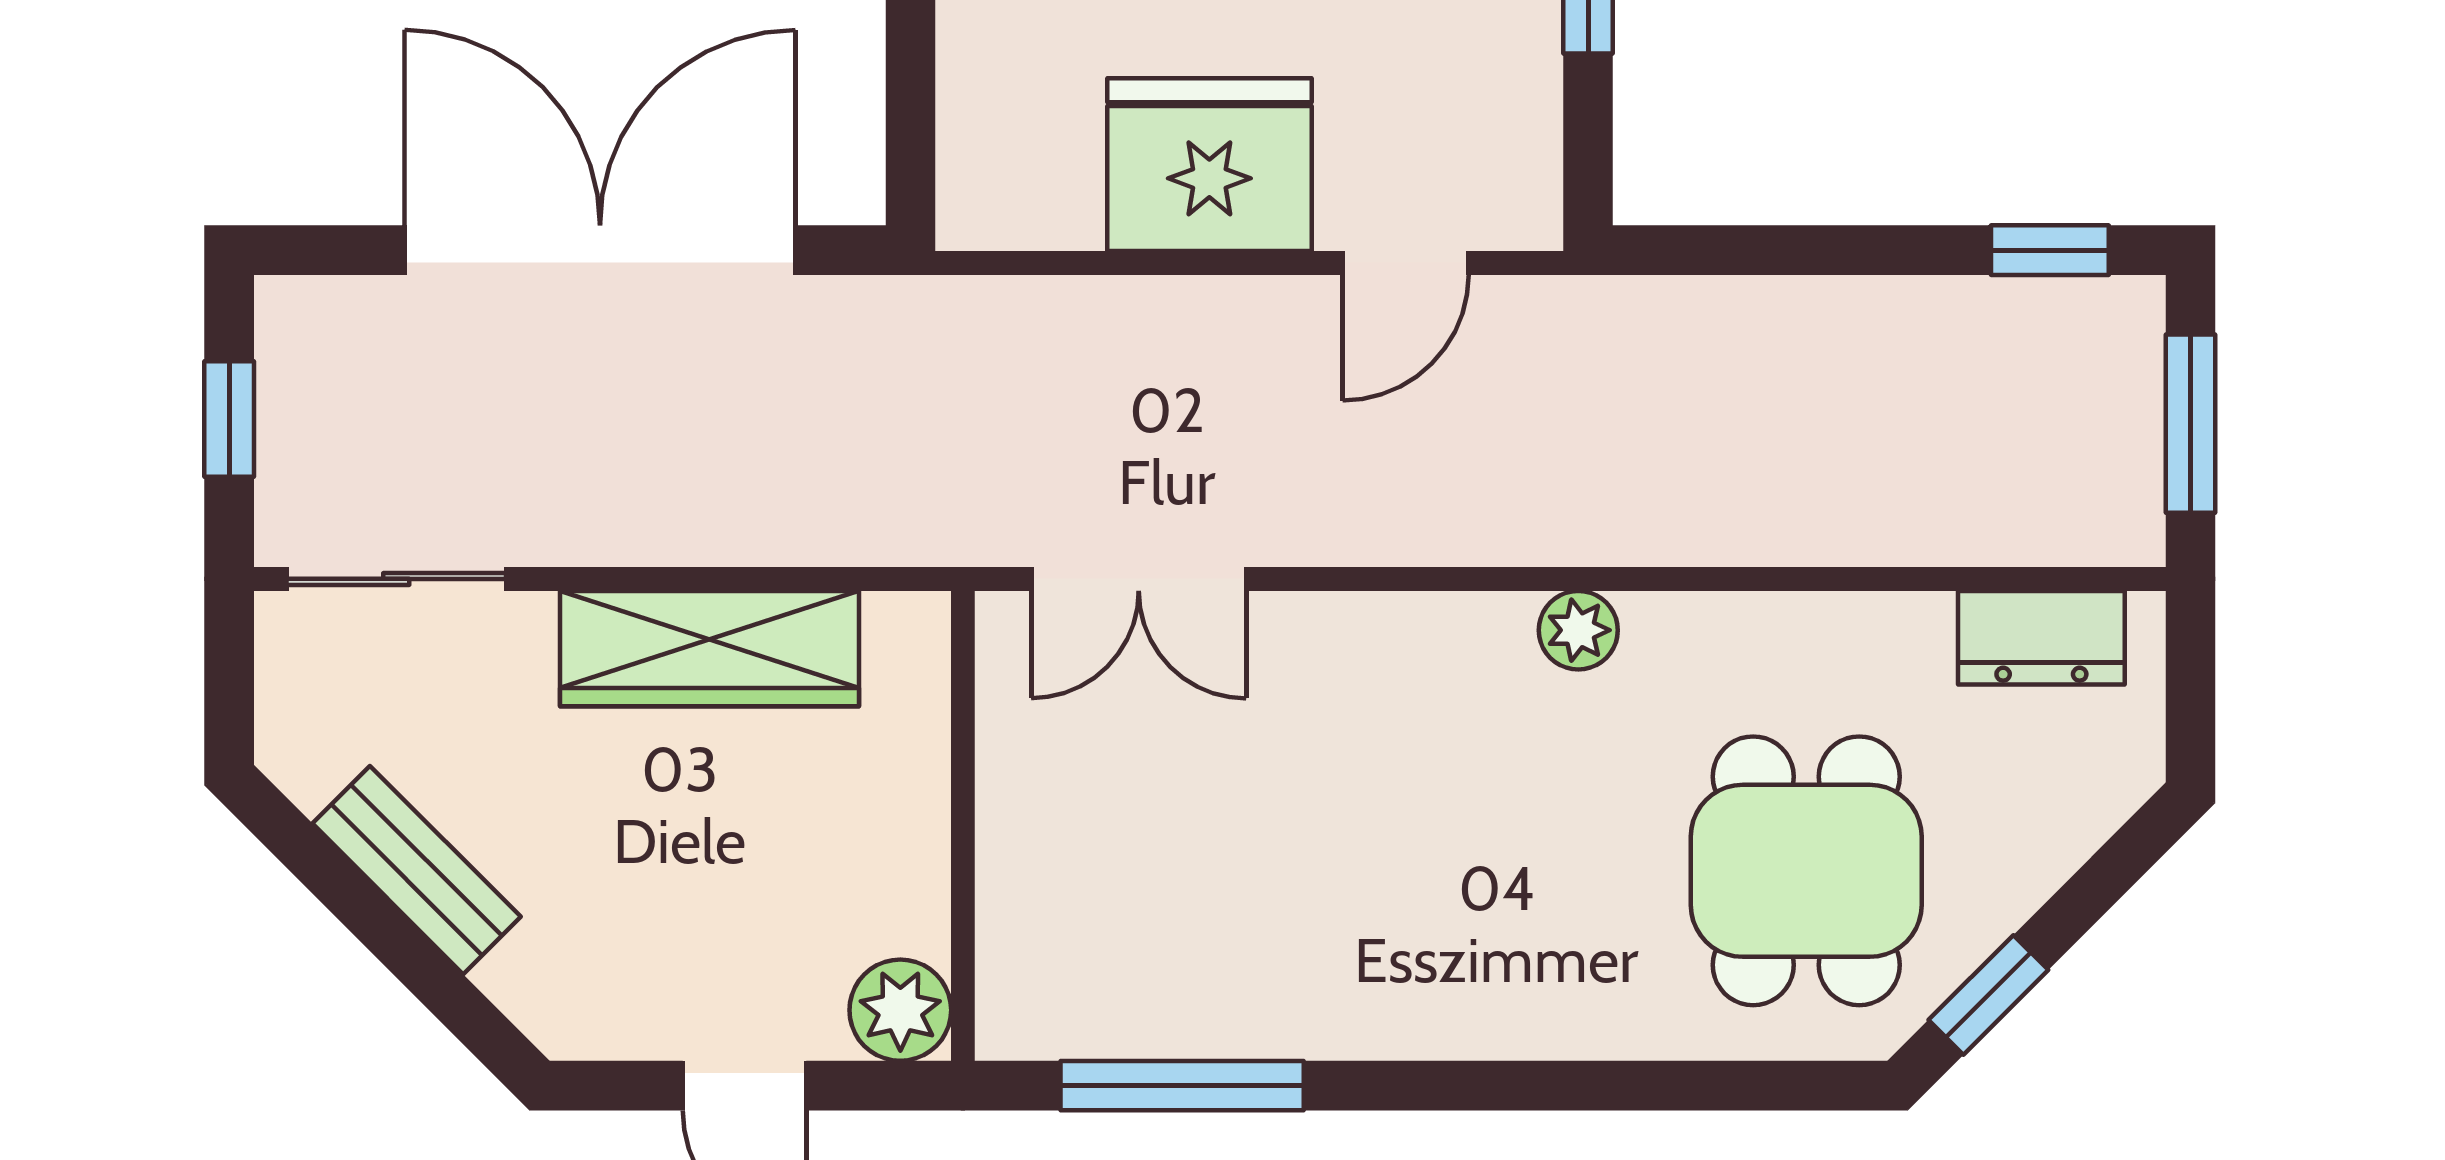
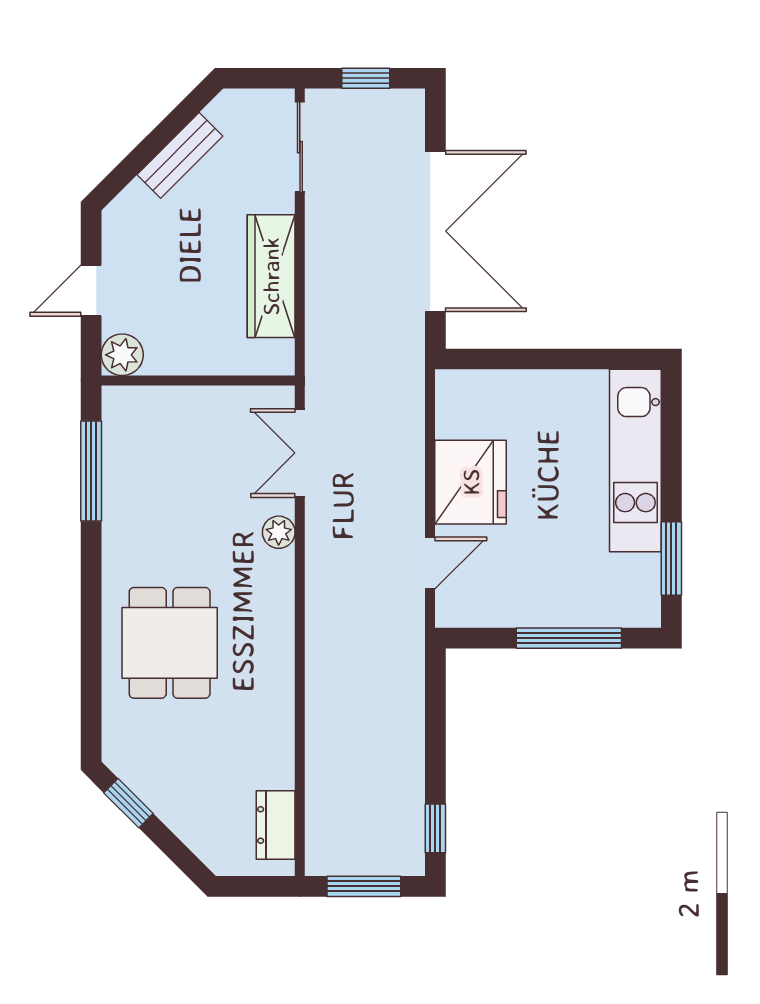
door: (1406, 263) -> (430, 563), swing flipped
plant: (1578, 630) -> (279, 532), moved
dining table: (1806, 871) -> (170, 643), moved, turned 90

